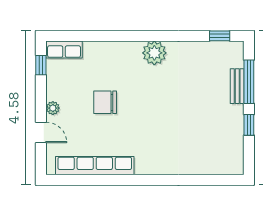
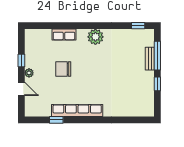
row of seats: (64, 50) -> (64, 35), moved
window: (41, 65) -> (21, 60), moved
row of seats: (95, 166) -> (77, 110), moved
window: (94, 180) -> (56, 120), added

